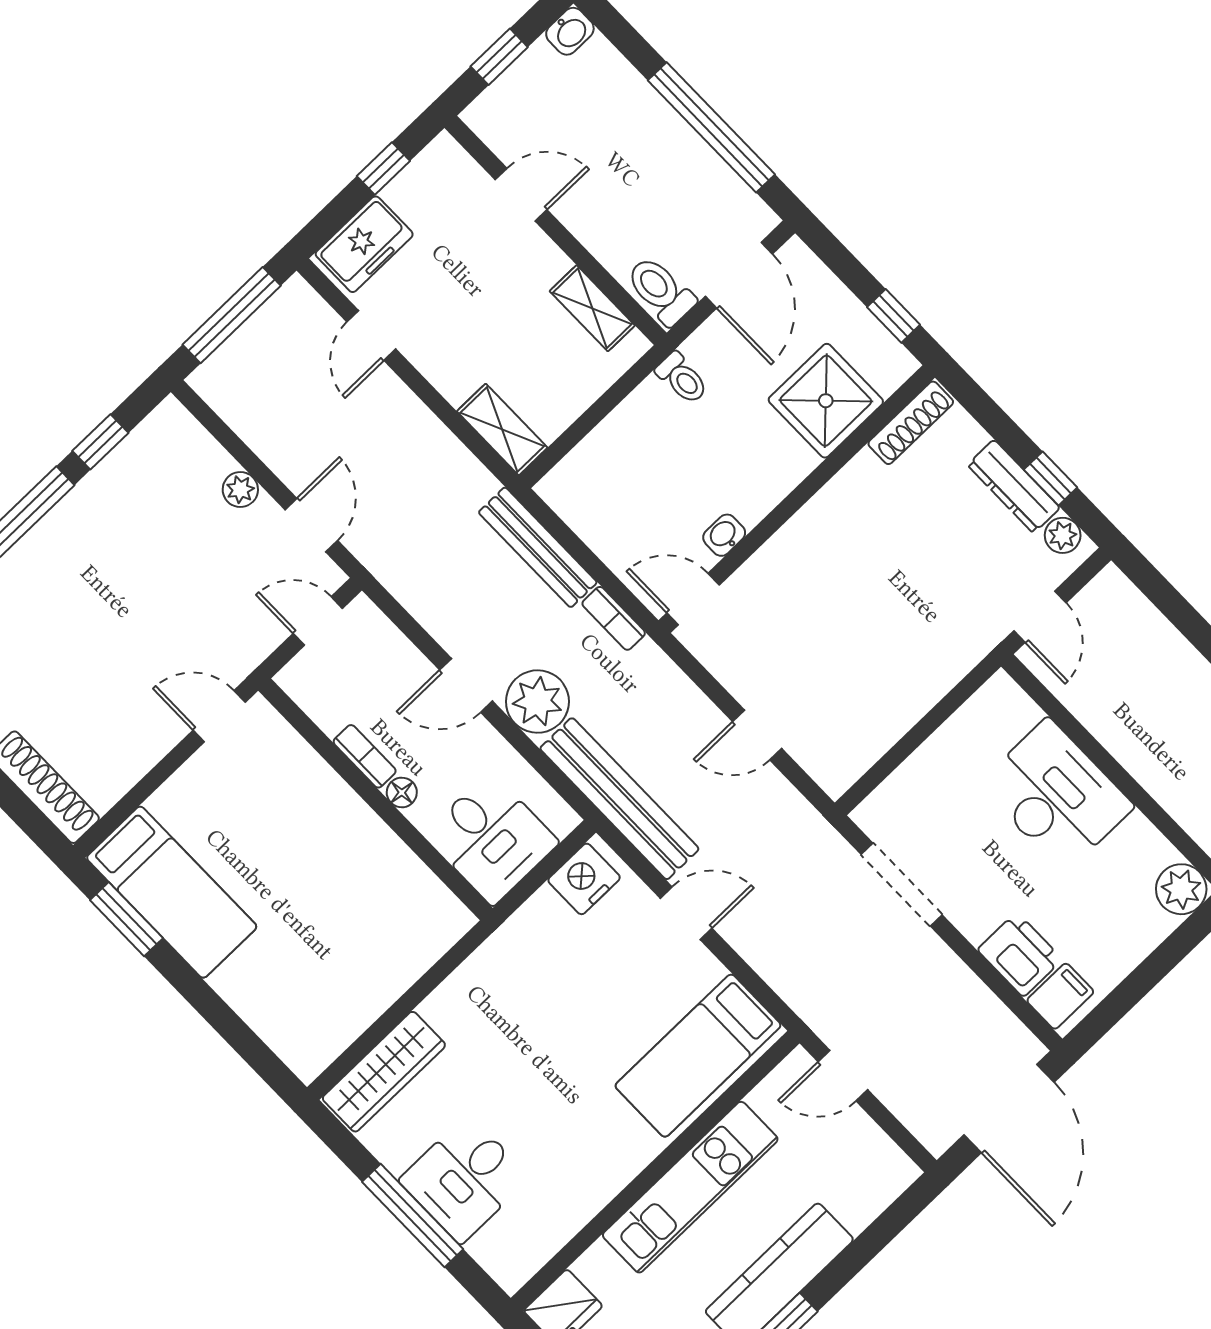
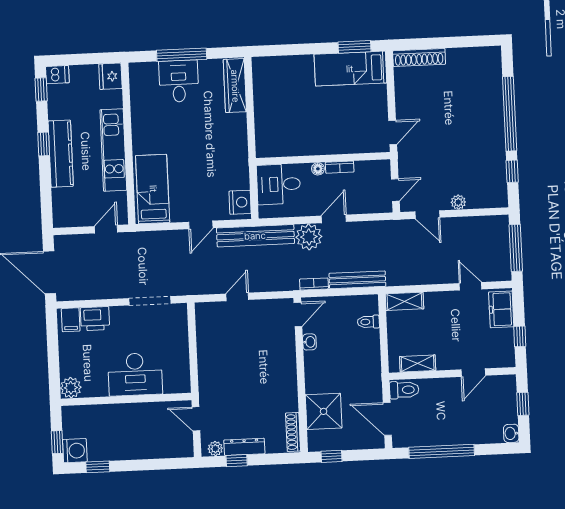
toilet: (682, 378) -> (368, 322), moved

